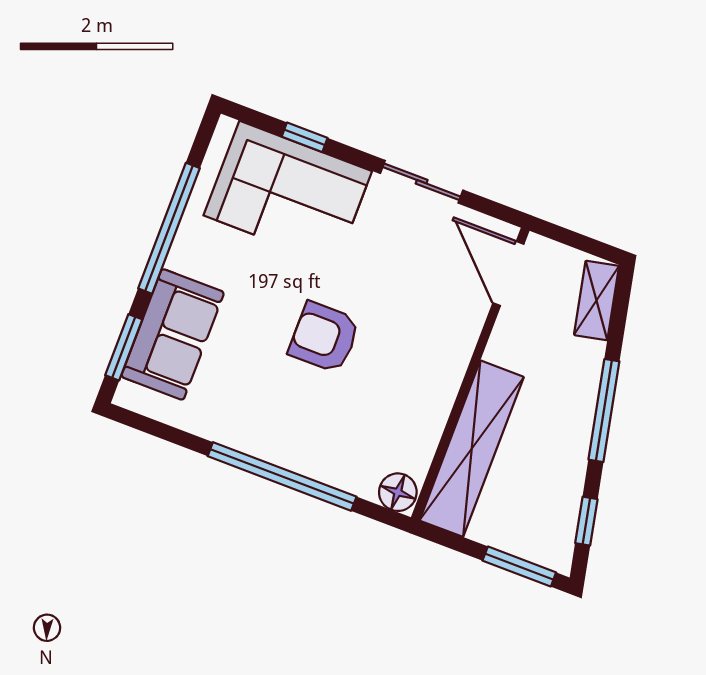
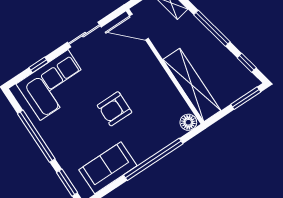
sofa: (173, 334) -> (108, 168), moved, turned -90

